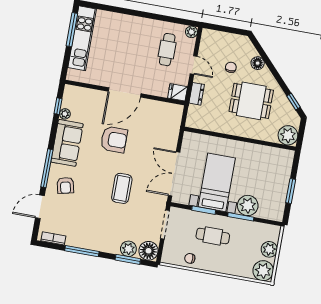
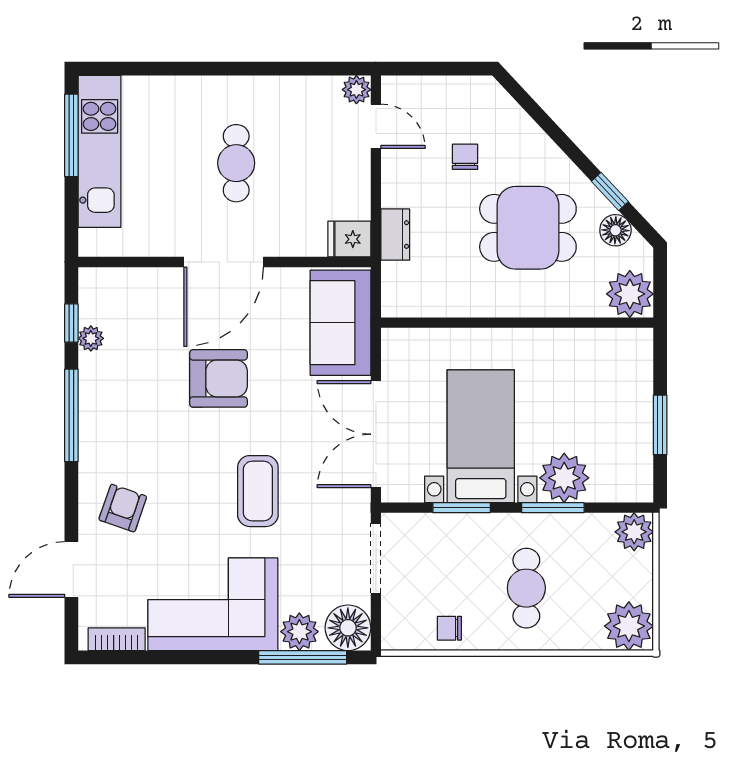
cafe table: (167, 50) -> (236, 163), moved
floor lamp: (258, 63) -> (615, 230), moved
door: (194, 65) -> (376, 126), moved
window: (294, 102) -> (610, 191), moved
sofa: (67, 143) -> (340, 323), moved, turned 180
window: (47, 168) -> (71, 415), moved
armchair: (65, 185) -> (123, 508), turned -148
corner sofa: (95, 231) -> (213, 604), added
cafe table: (213, 236) -> (526, 588), moved, turned 90
plant: (269, 249) -> (634, 532), moved
window: (82, 251) -> (190, 657), removed
window: (128, 259) -> (303, 657), width x1.44

